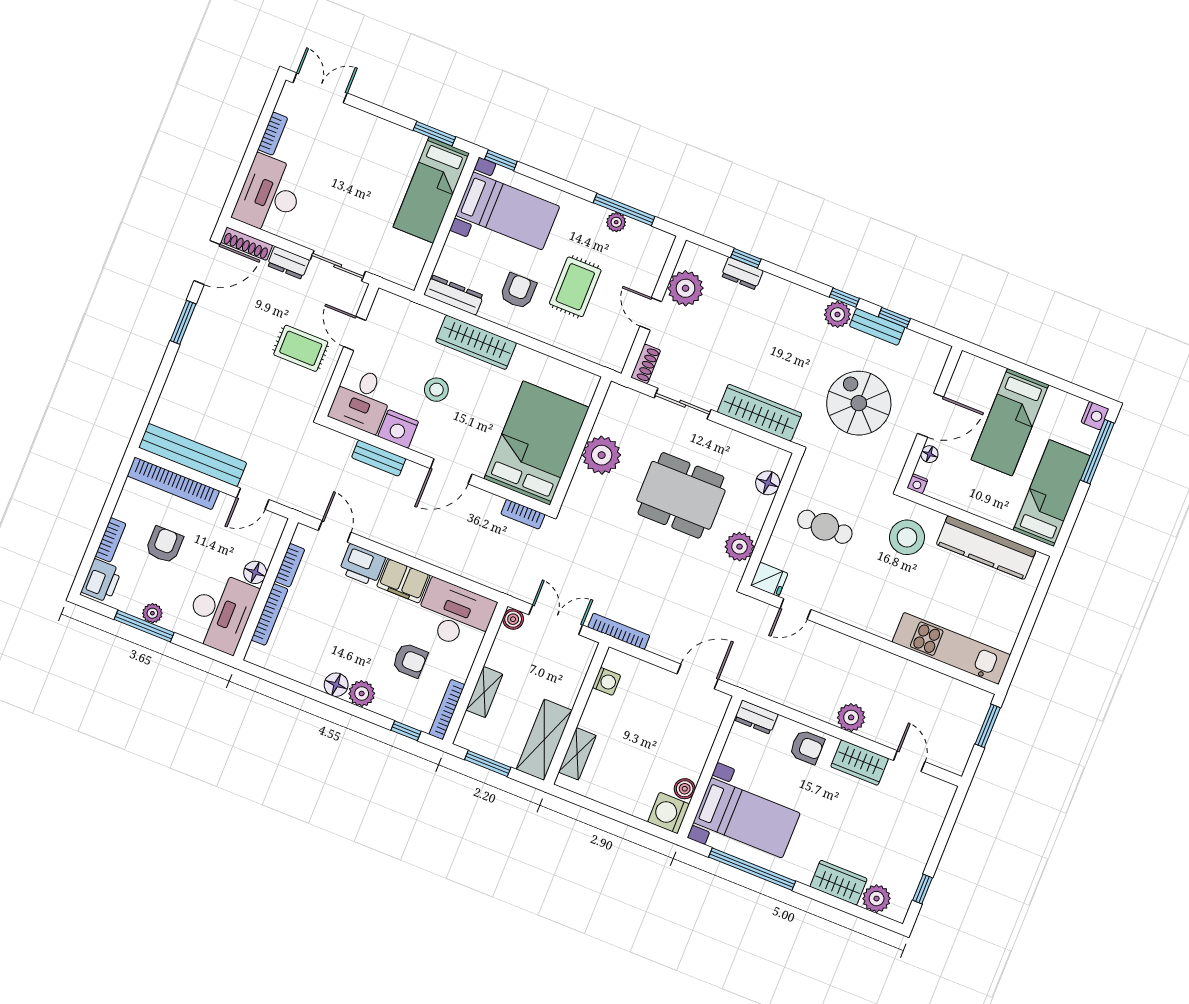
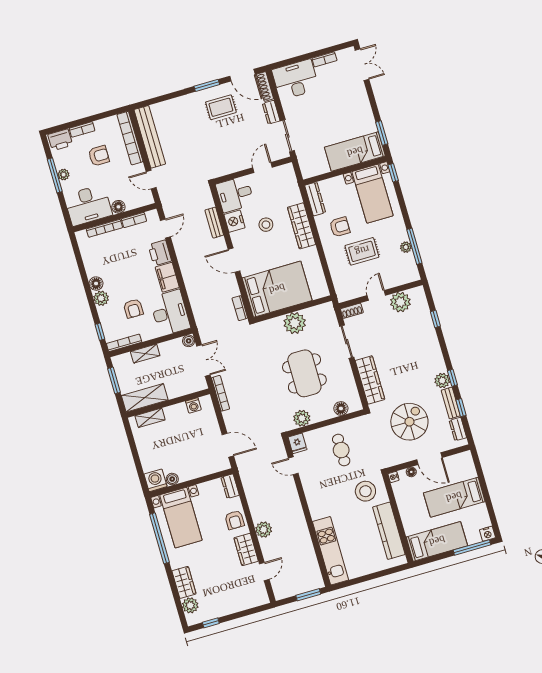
dresser: (742, 273) -> (458, 429), moved
rug: (301, 348) -> (221, 107), moved, turned 90

